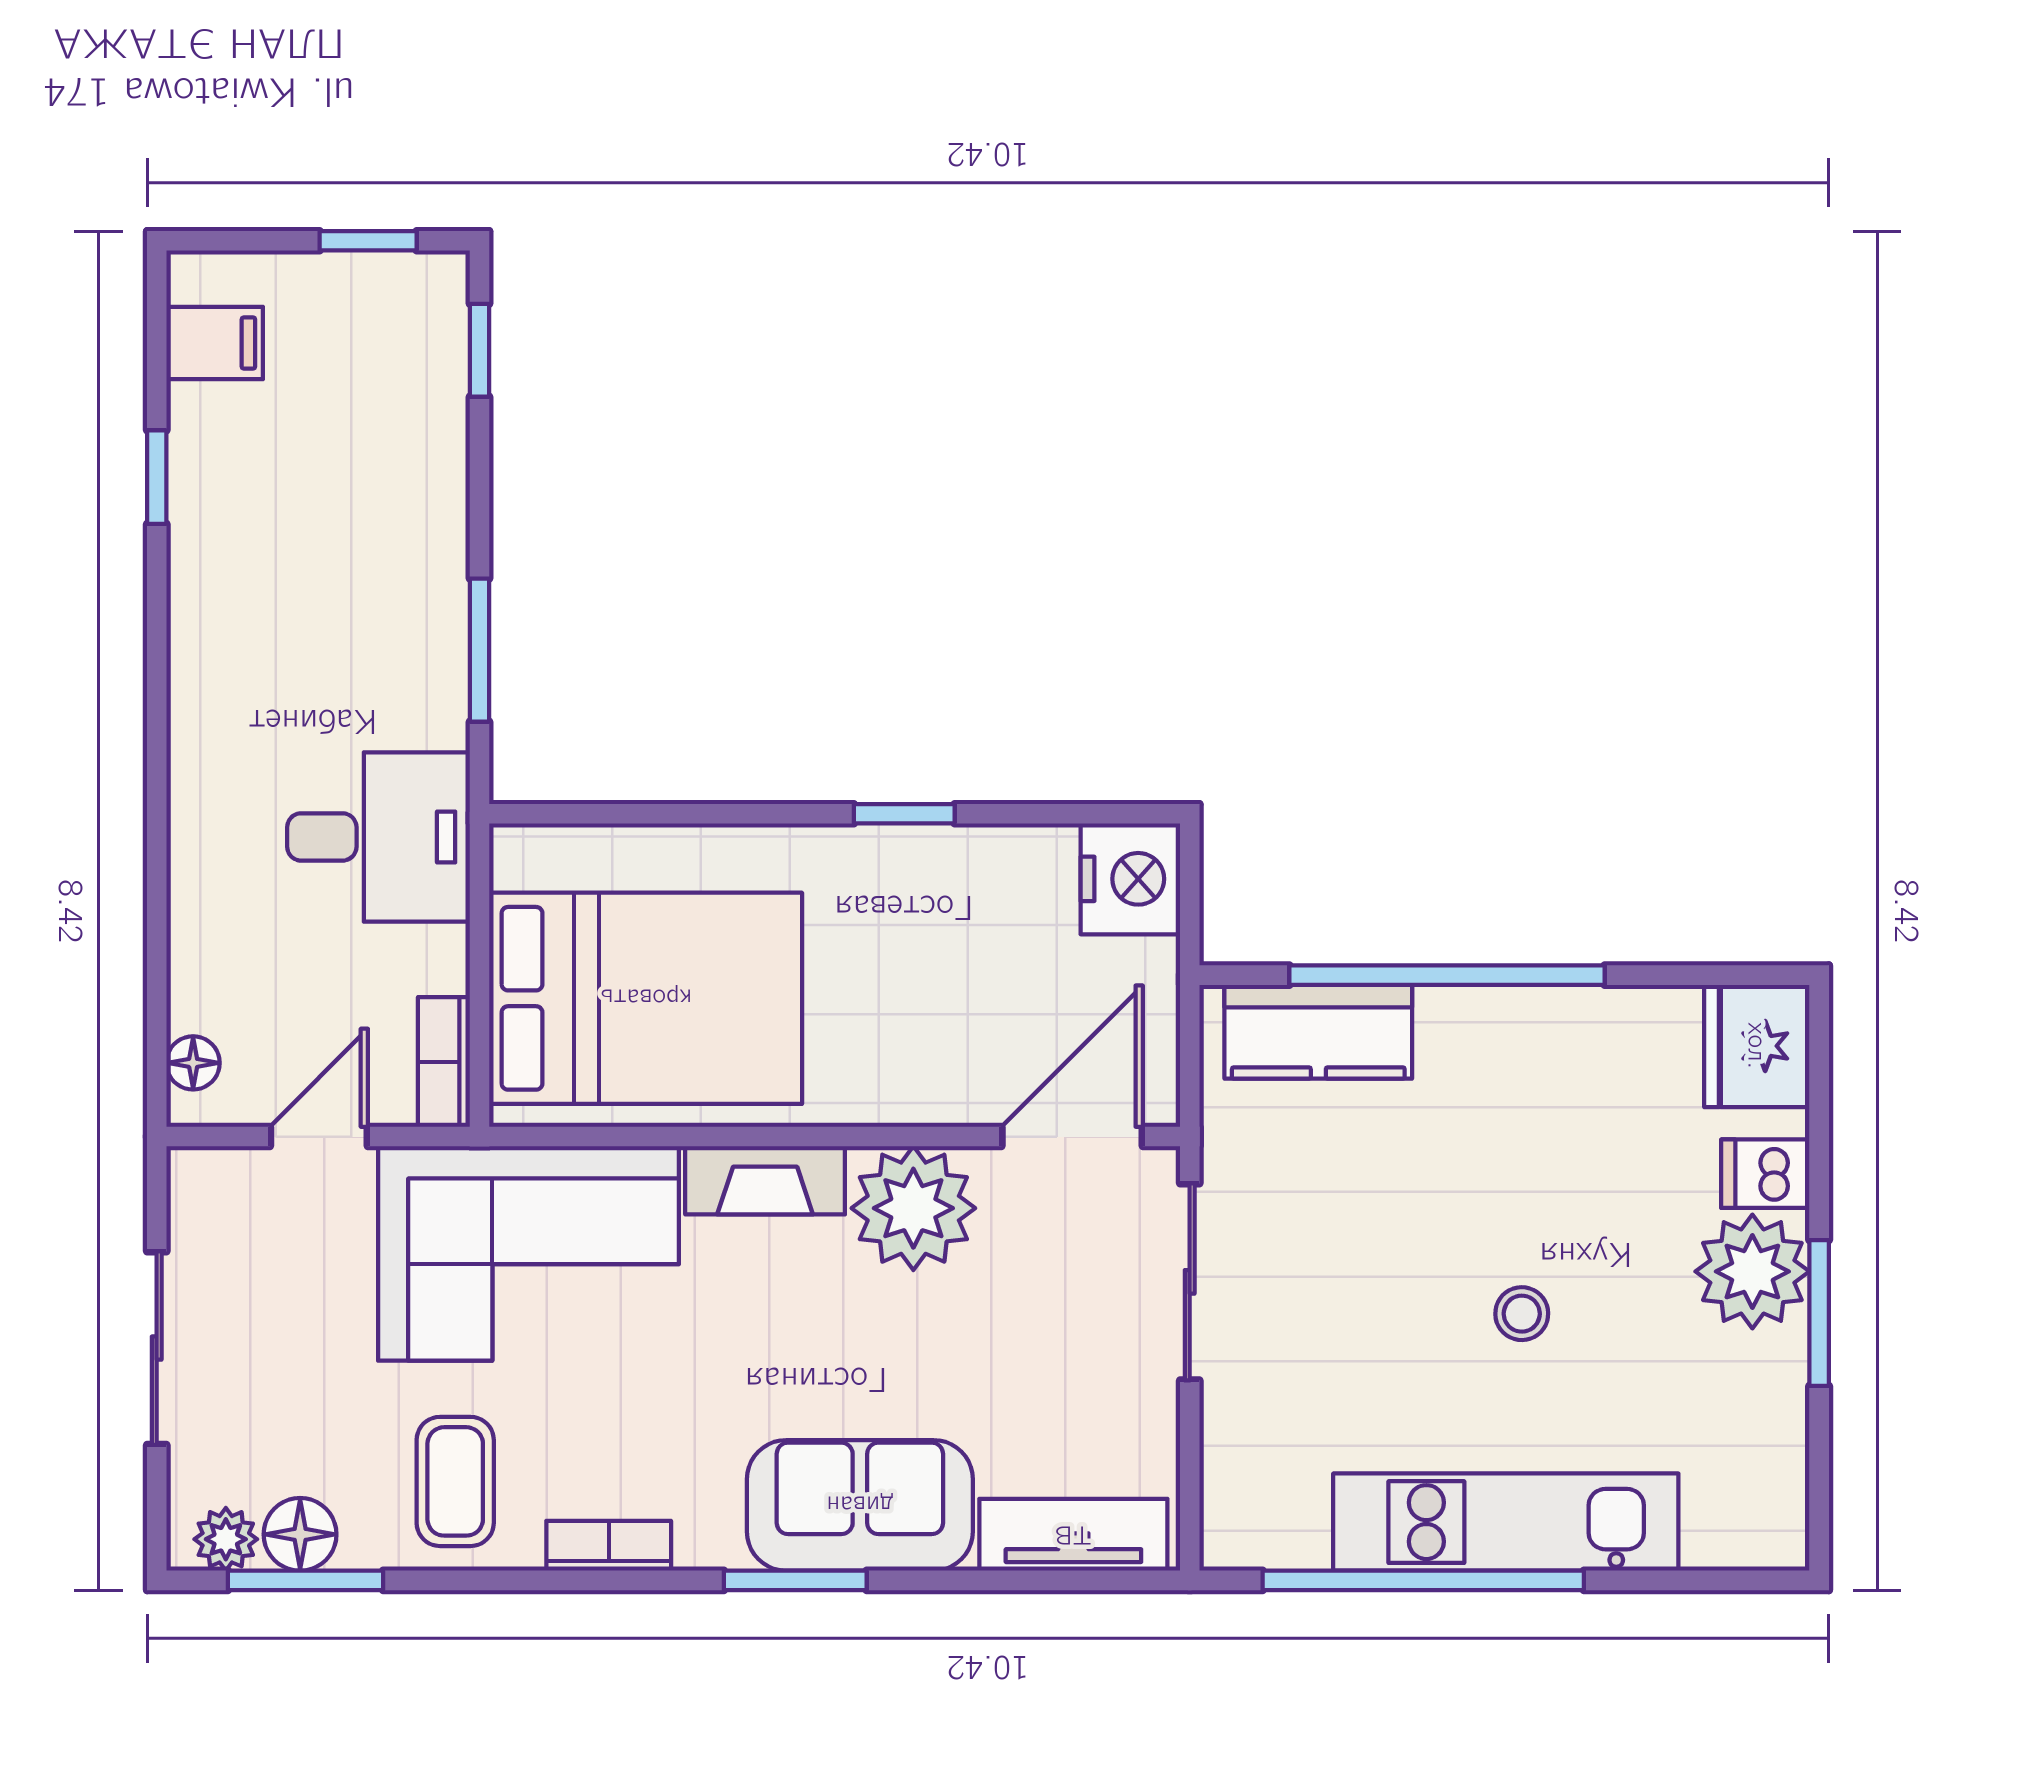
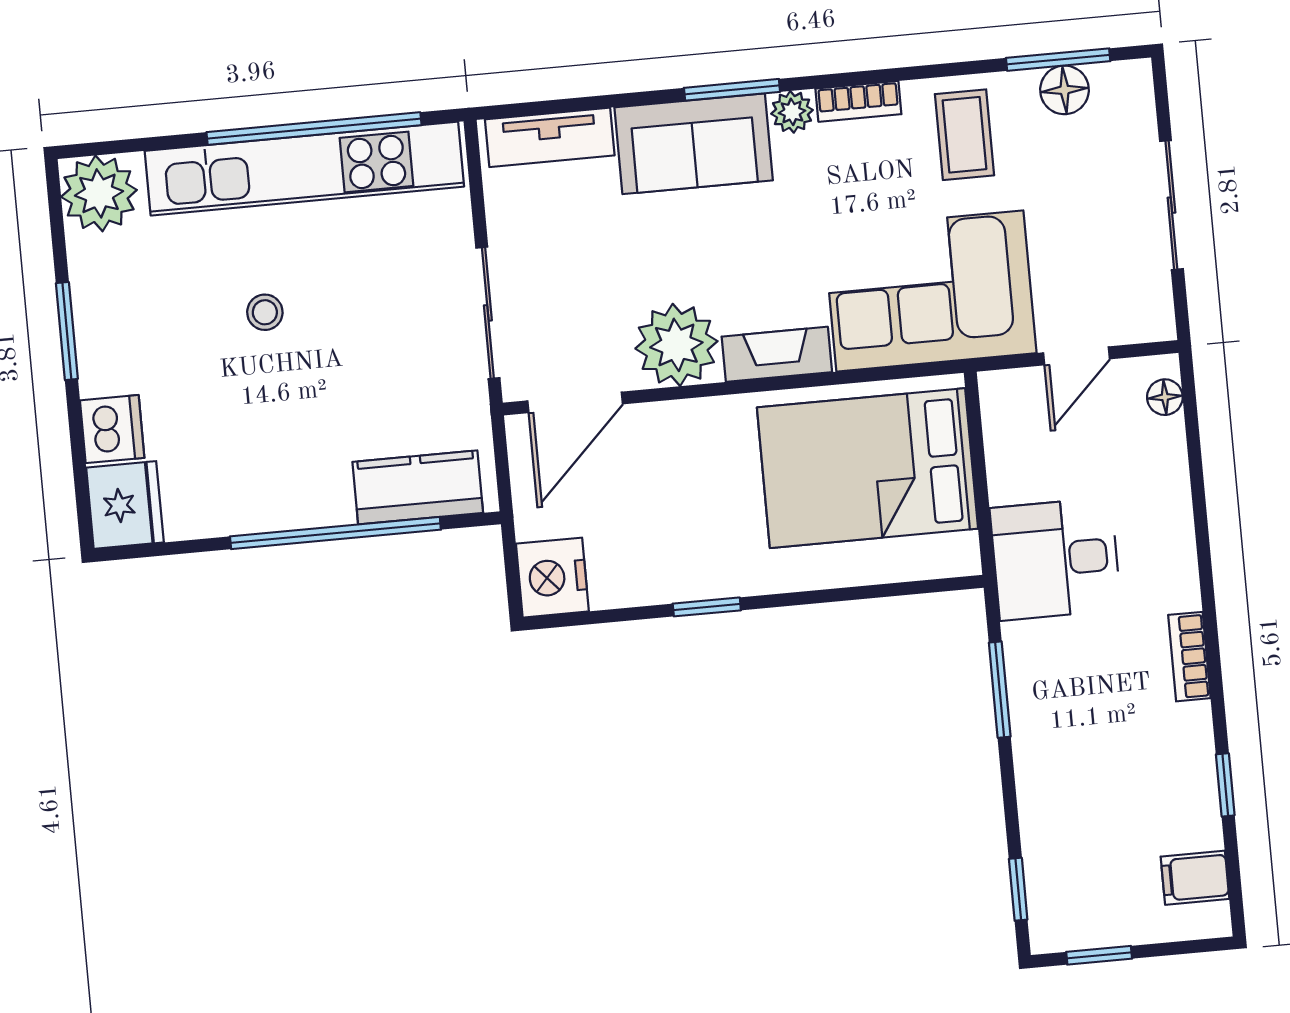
bookcase: (444, 1062) -> (1189, 657), moved, turned 180
dishwasher: (1765, 1174) -> (112, 429), width x1.38
plant: (1752, 1271) -> (99, 193), moved
kitchen unit: (1506, 1522) -> (304, 169), width x1.36
plant: (226, 1539) -> (792, 112), moved

